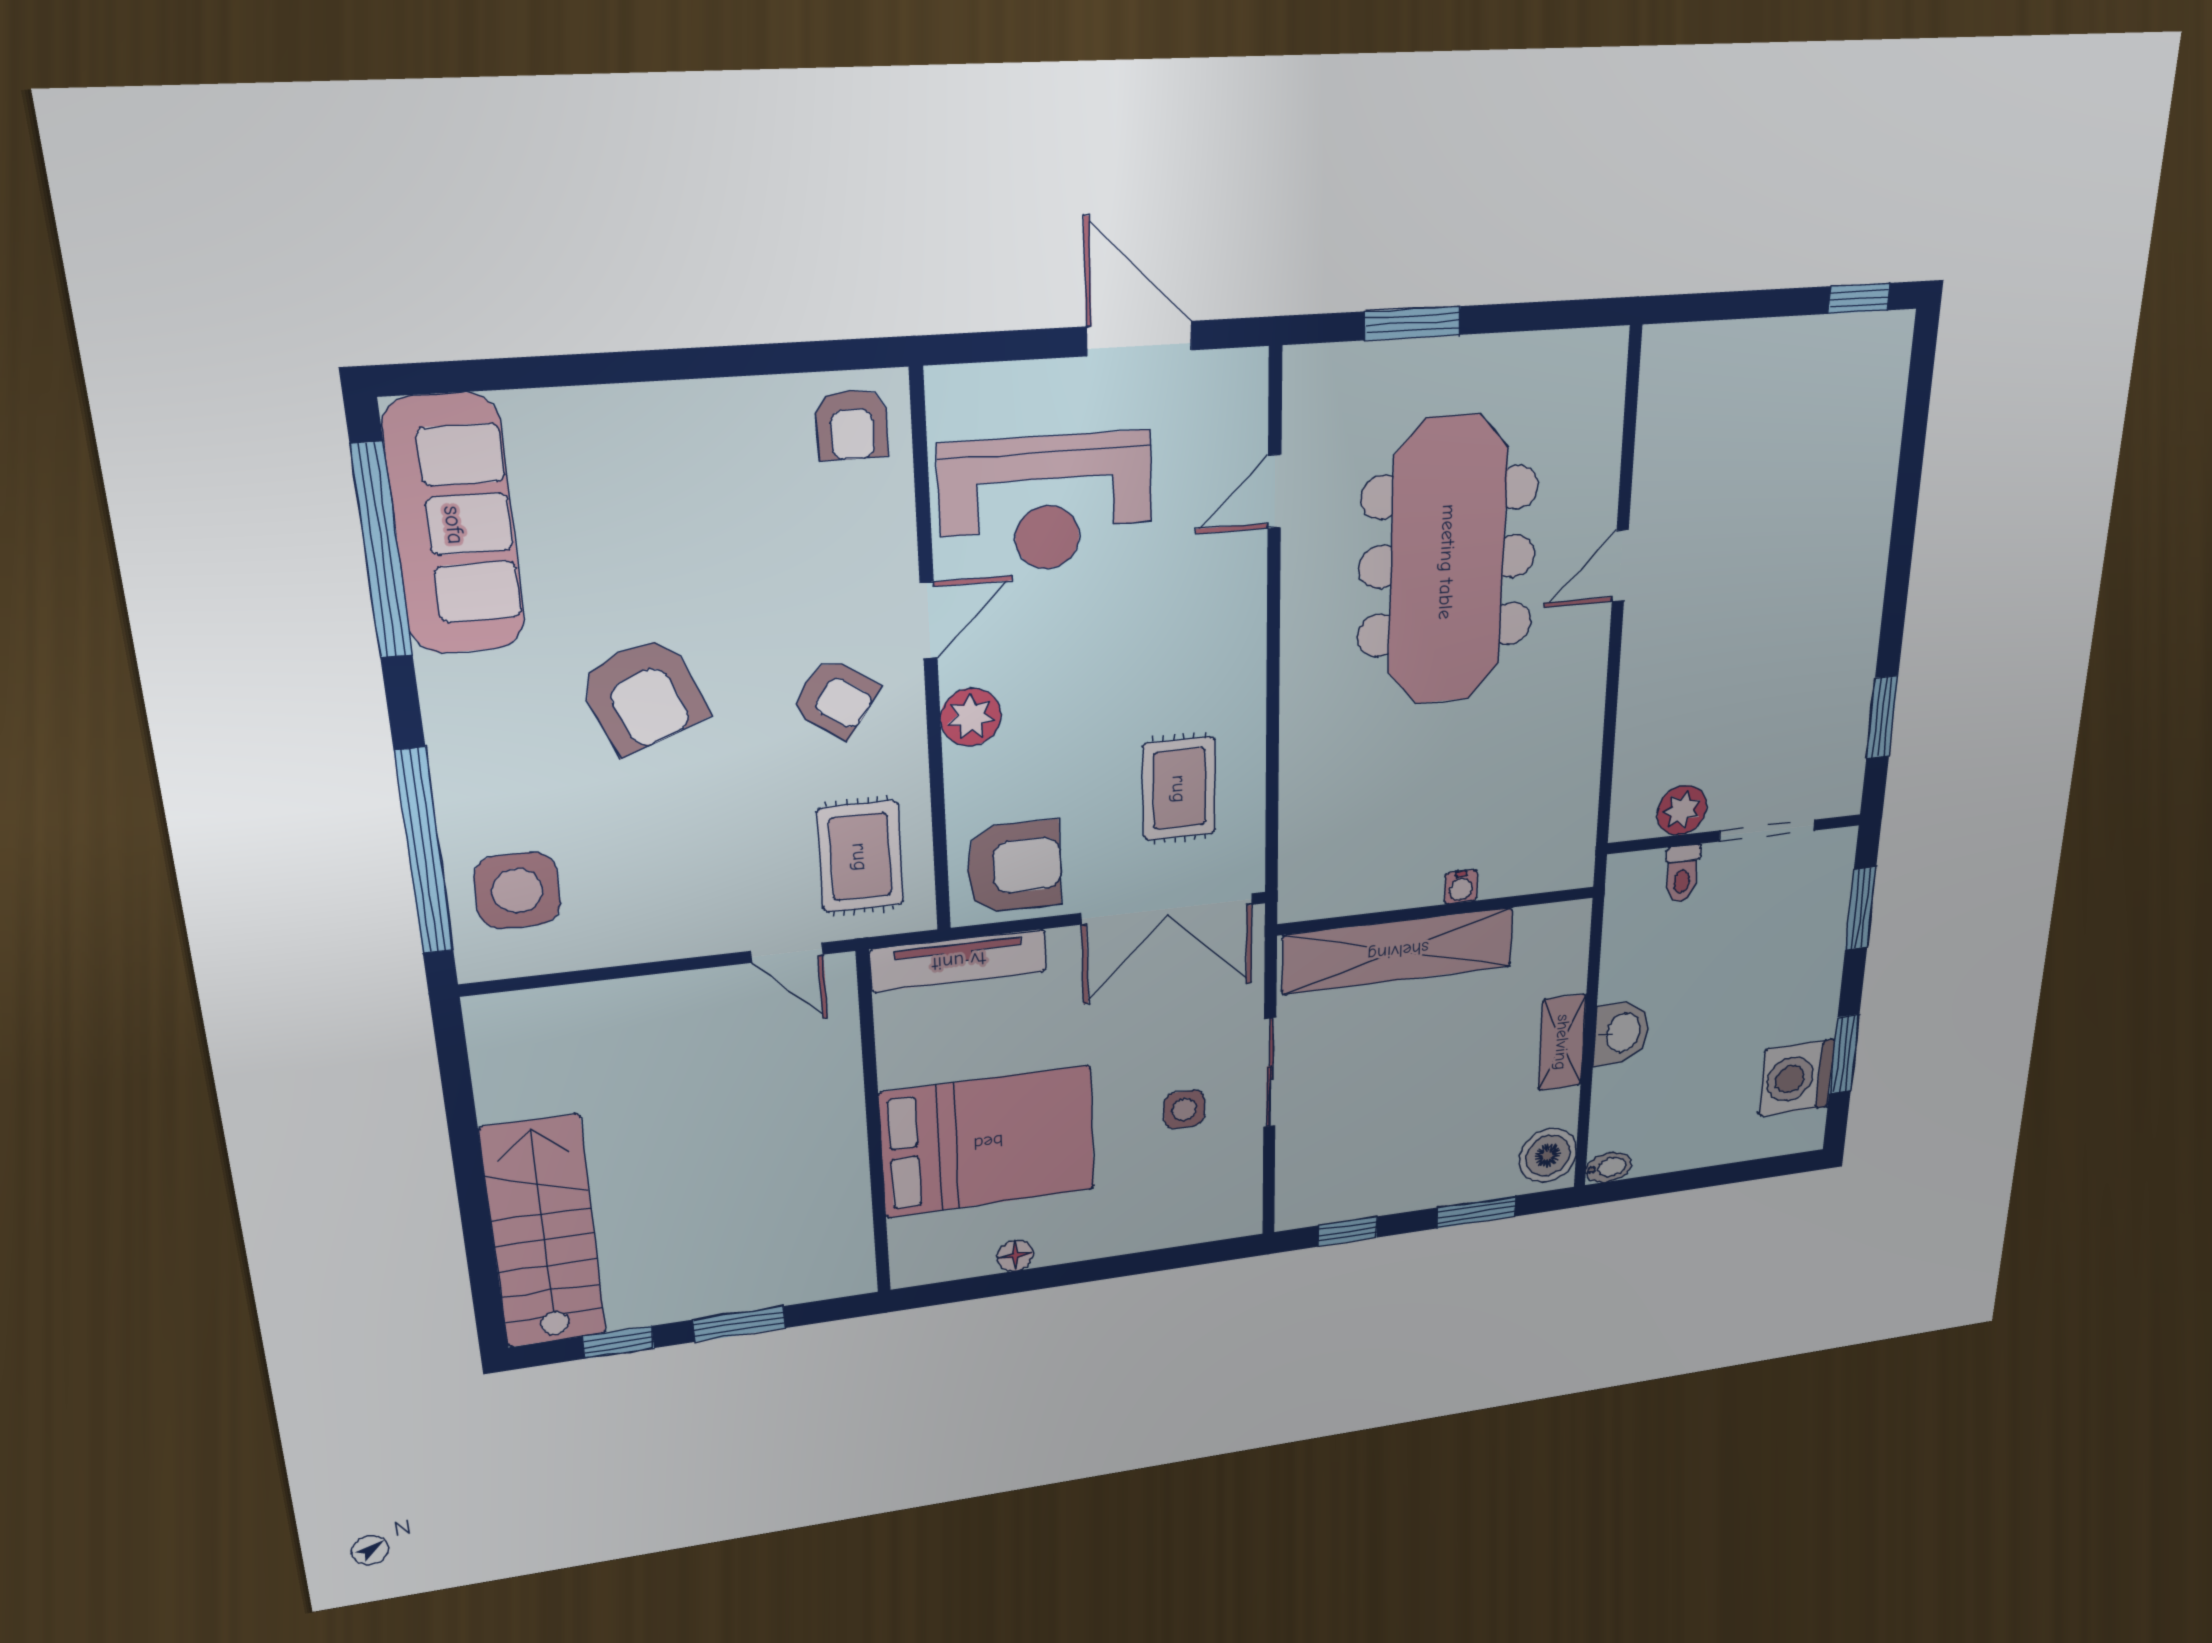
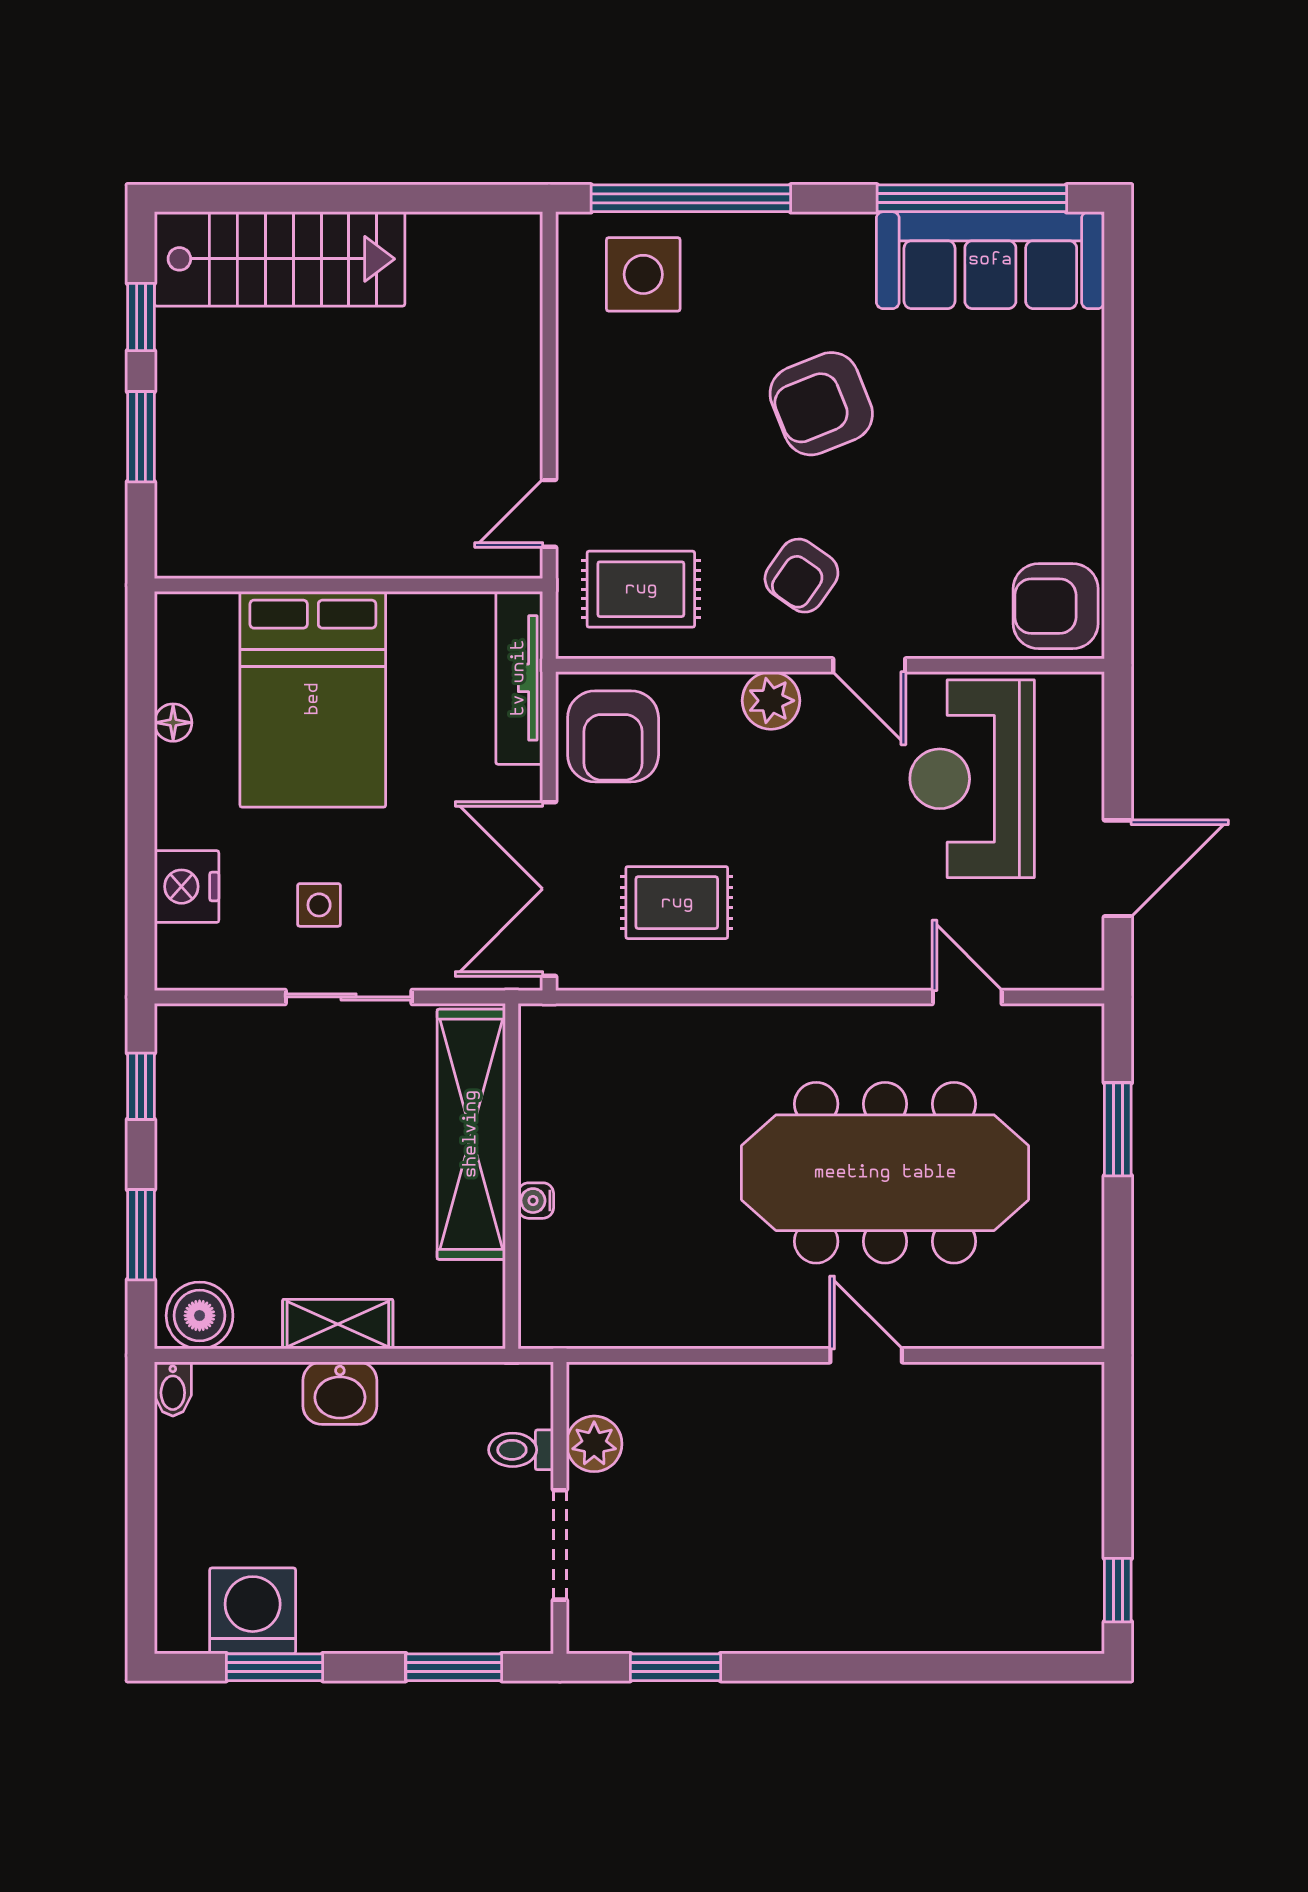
armchair: (852, 425) -> (1056, 606), width x1.38, depth x1.38
nightstand: (1168, 1222) -> (187, 887), added

